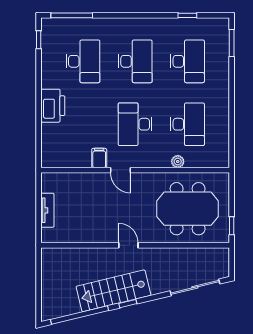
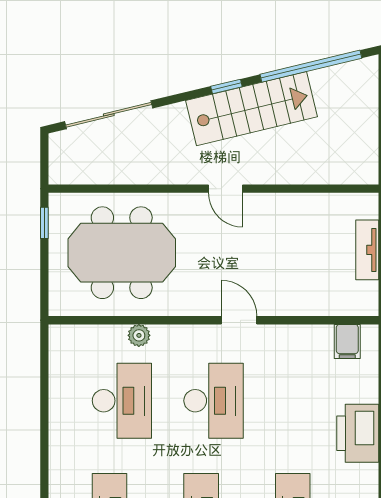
desk: (187, 124) -> (122, 401), turned 180
filing cabinet: (99, 158) -> (347, 341), moved

